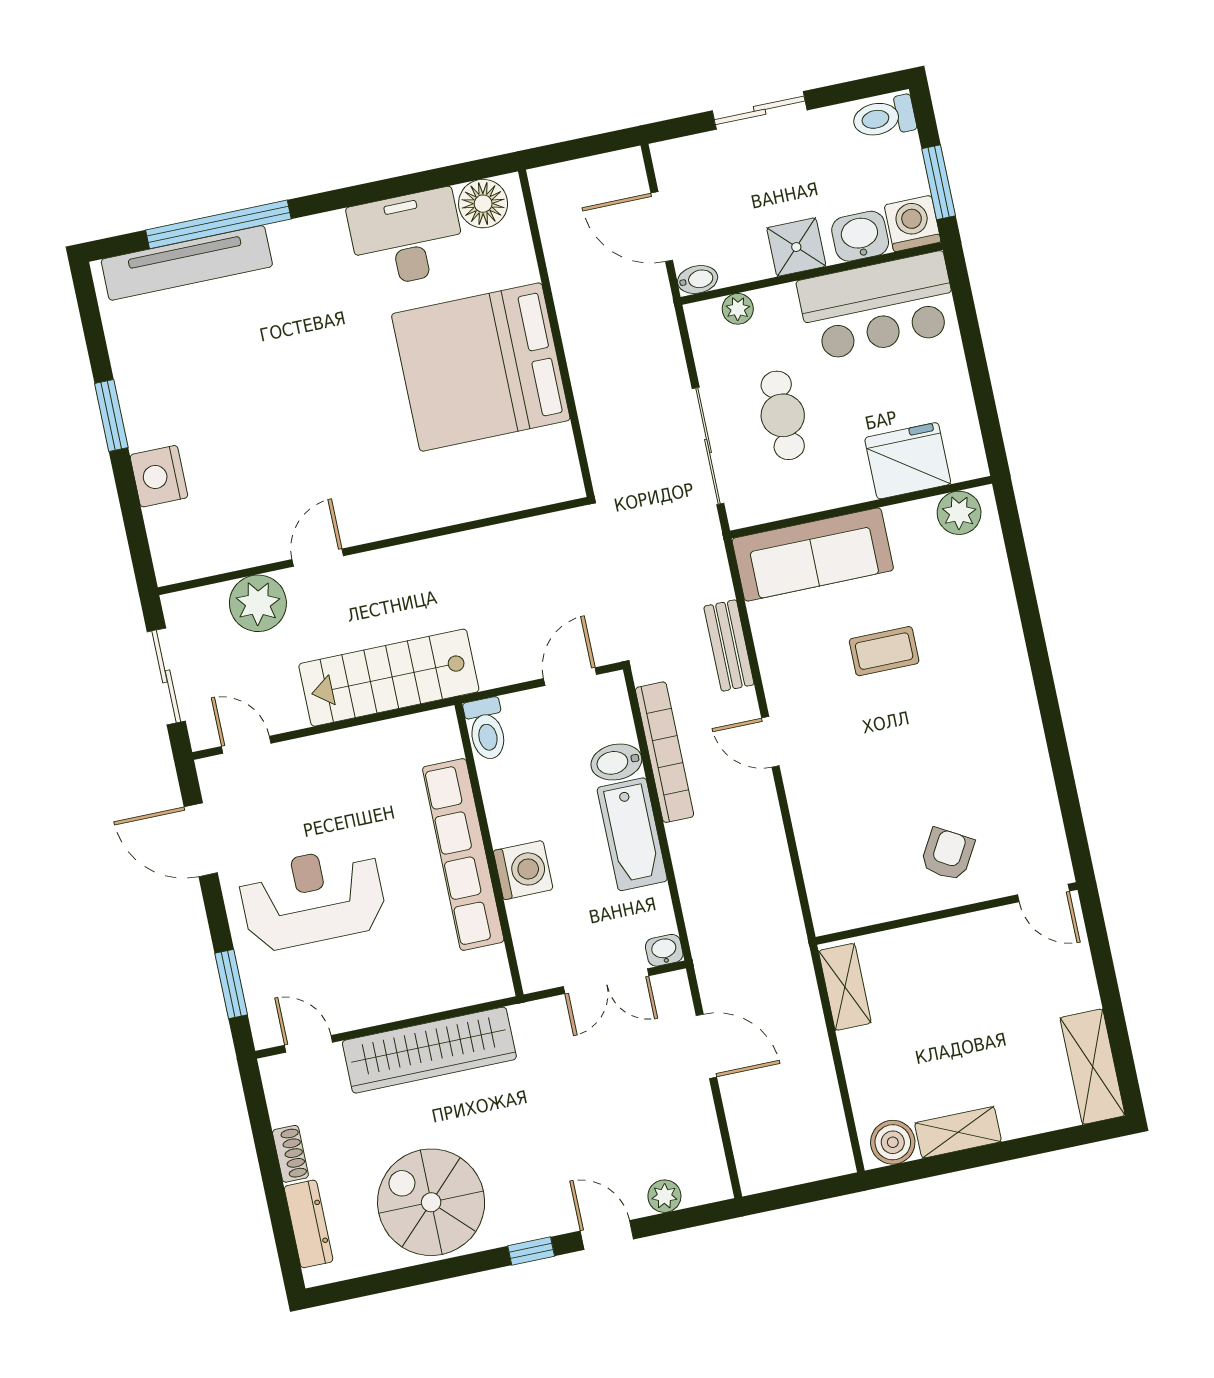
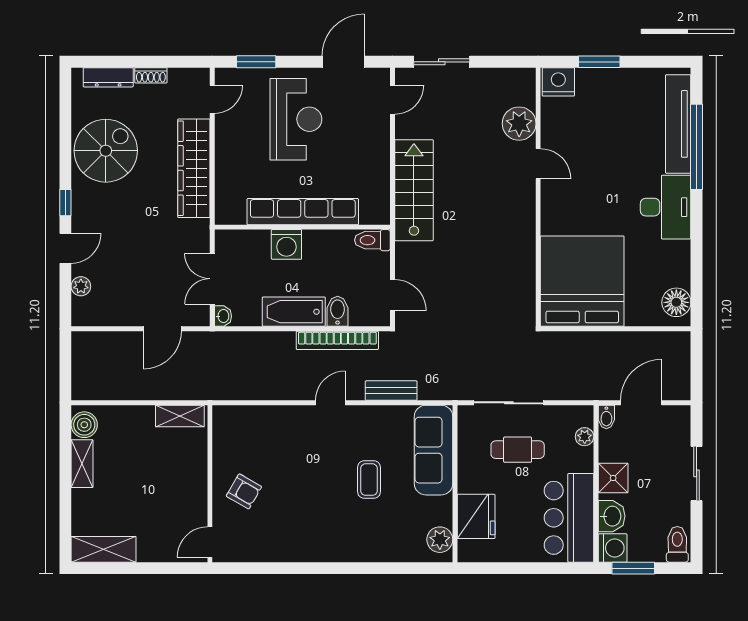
desk: (407, 238) -> (666, 207), moved
wall: (373, 546) -> (538, 197), moved
door: (318, 558) -> (538, 164), moved
plant: (258, 603) -> (519, 124), moved

